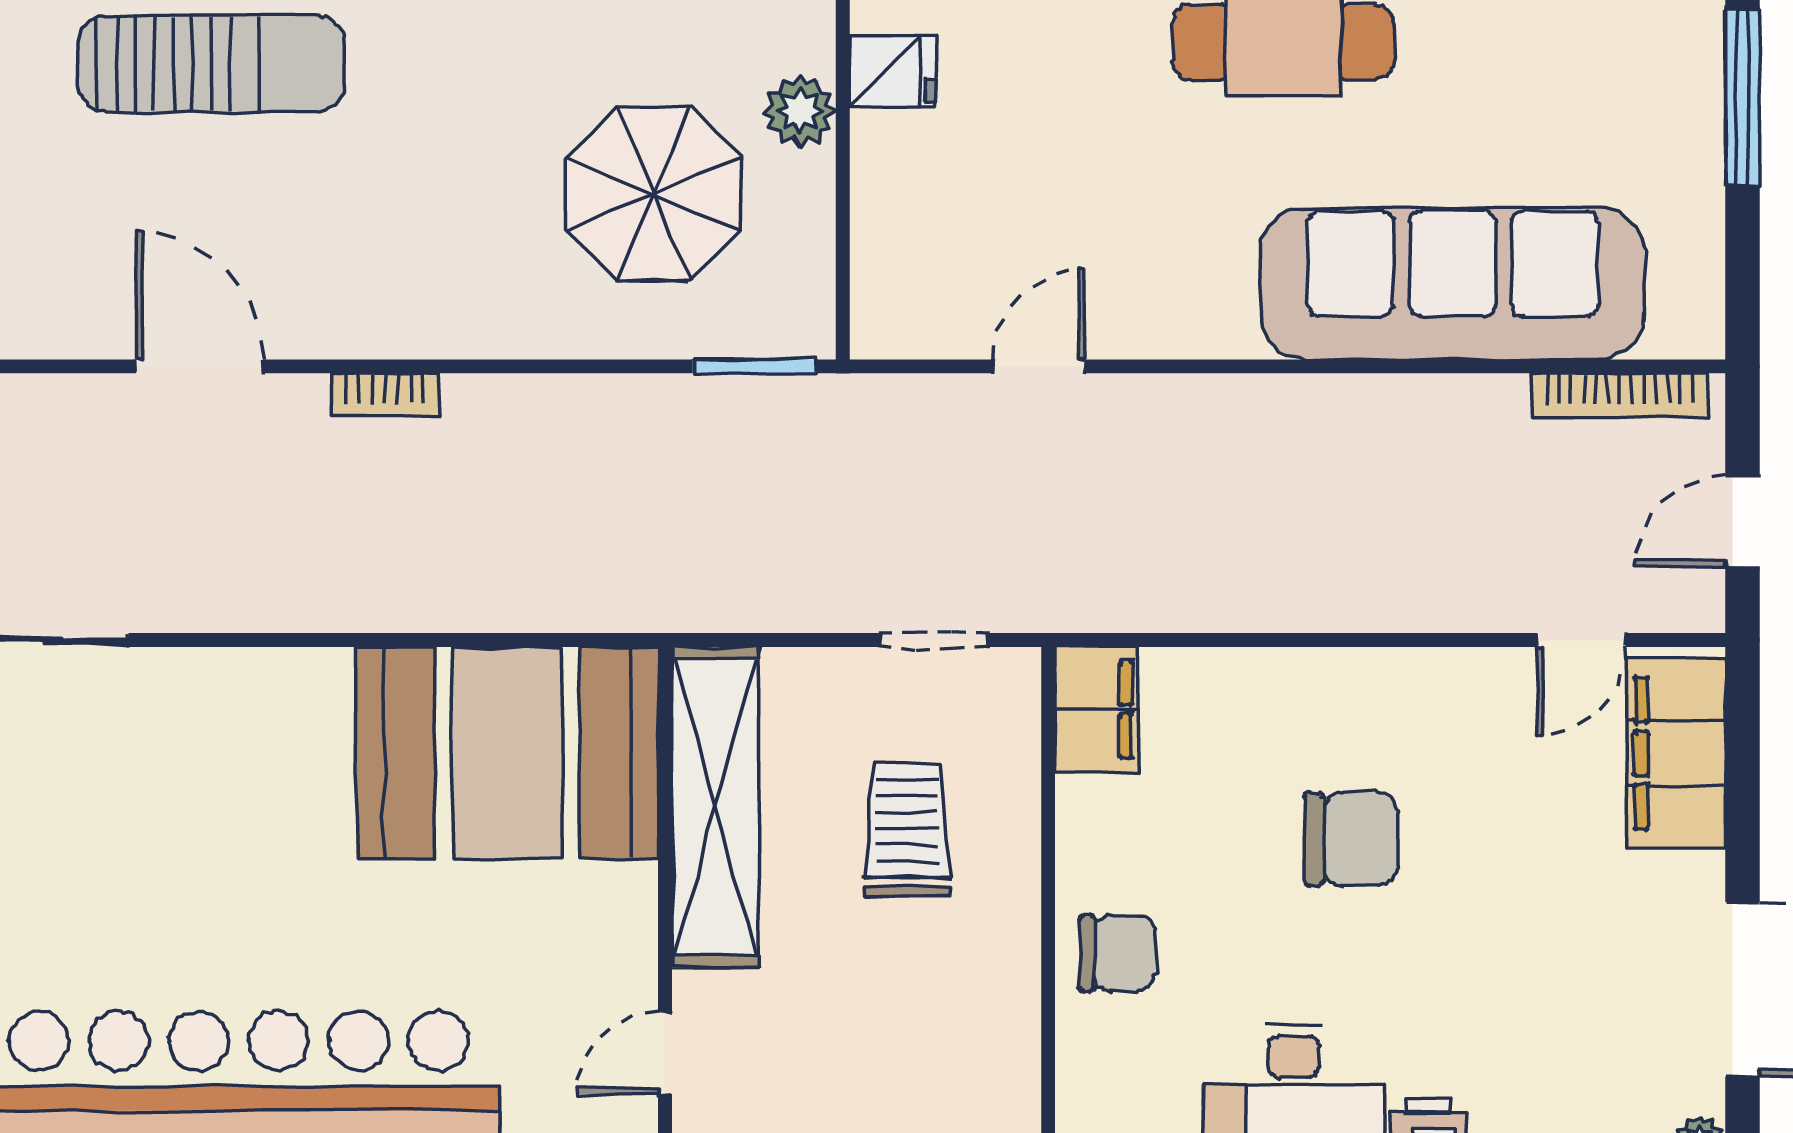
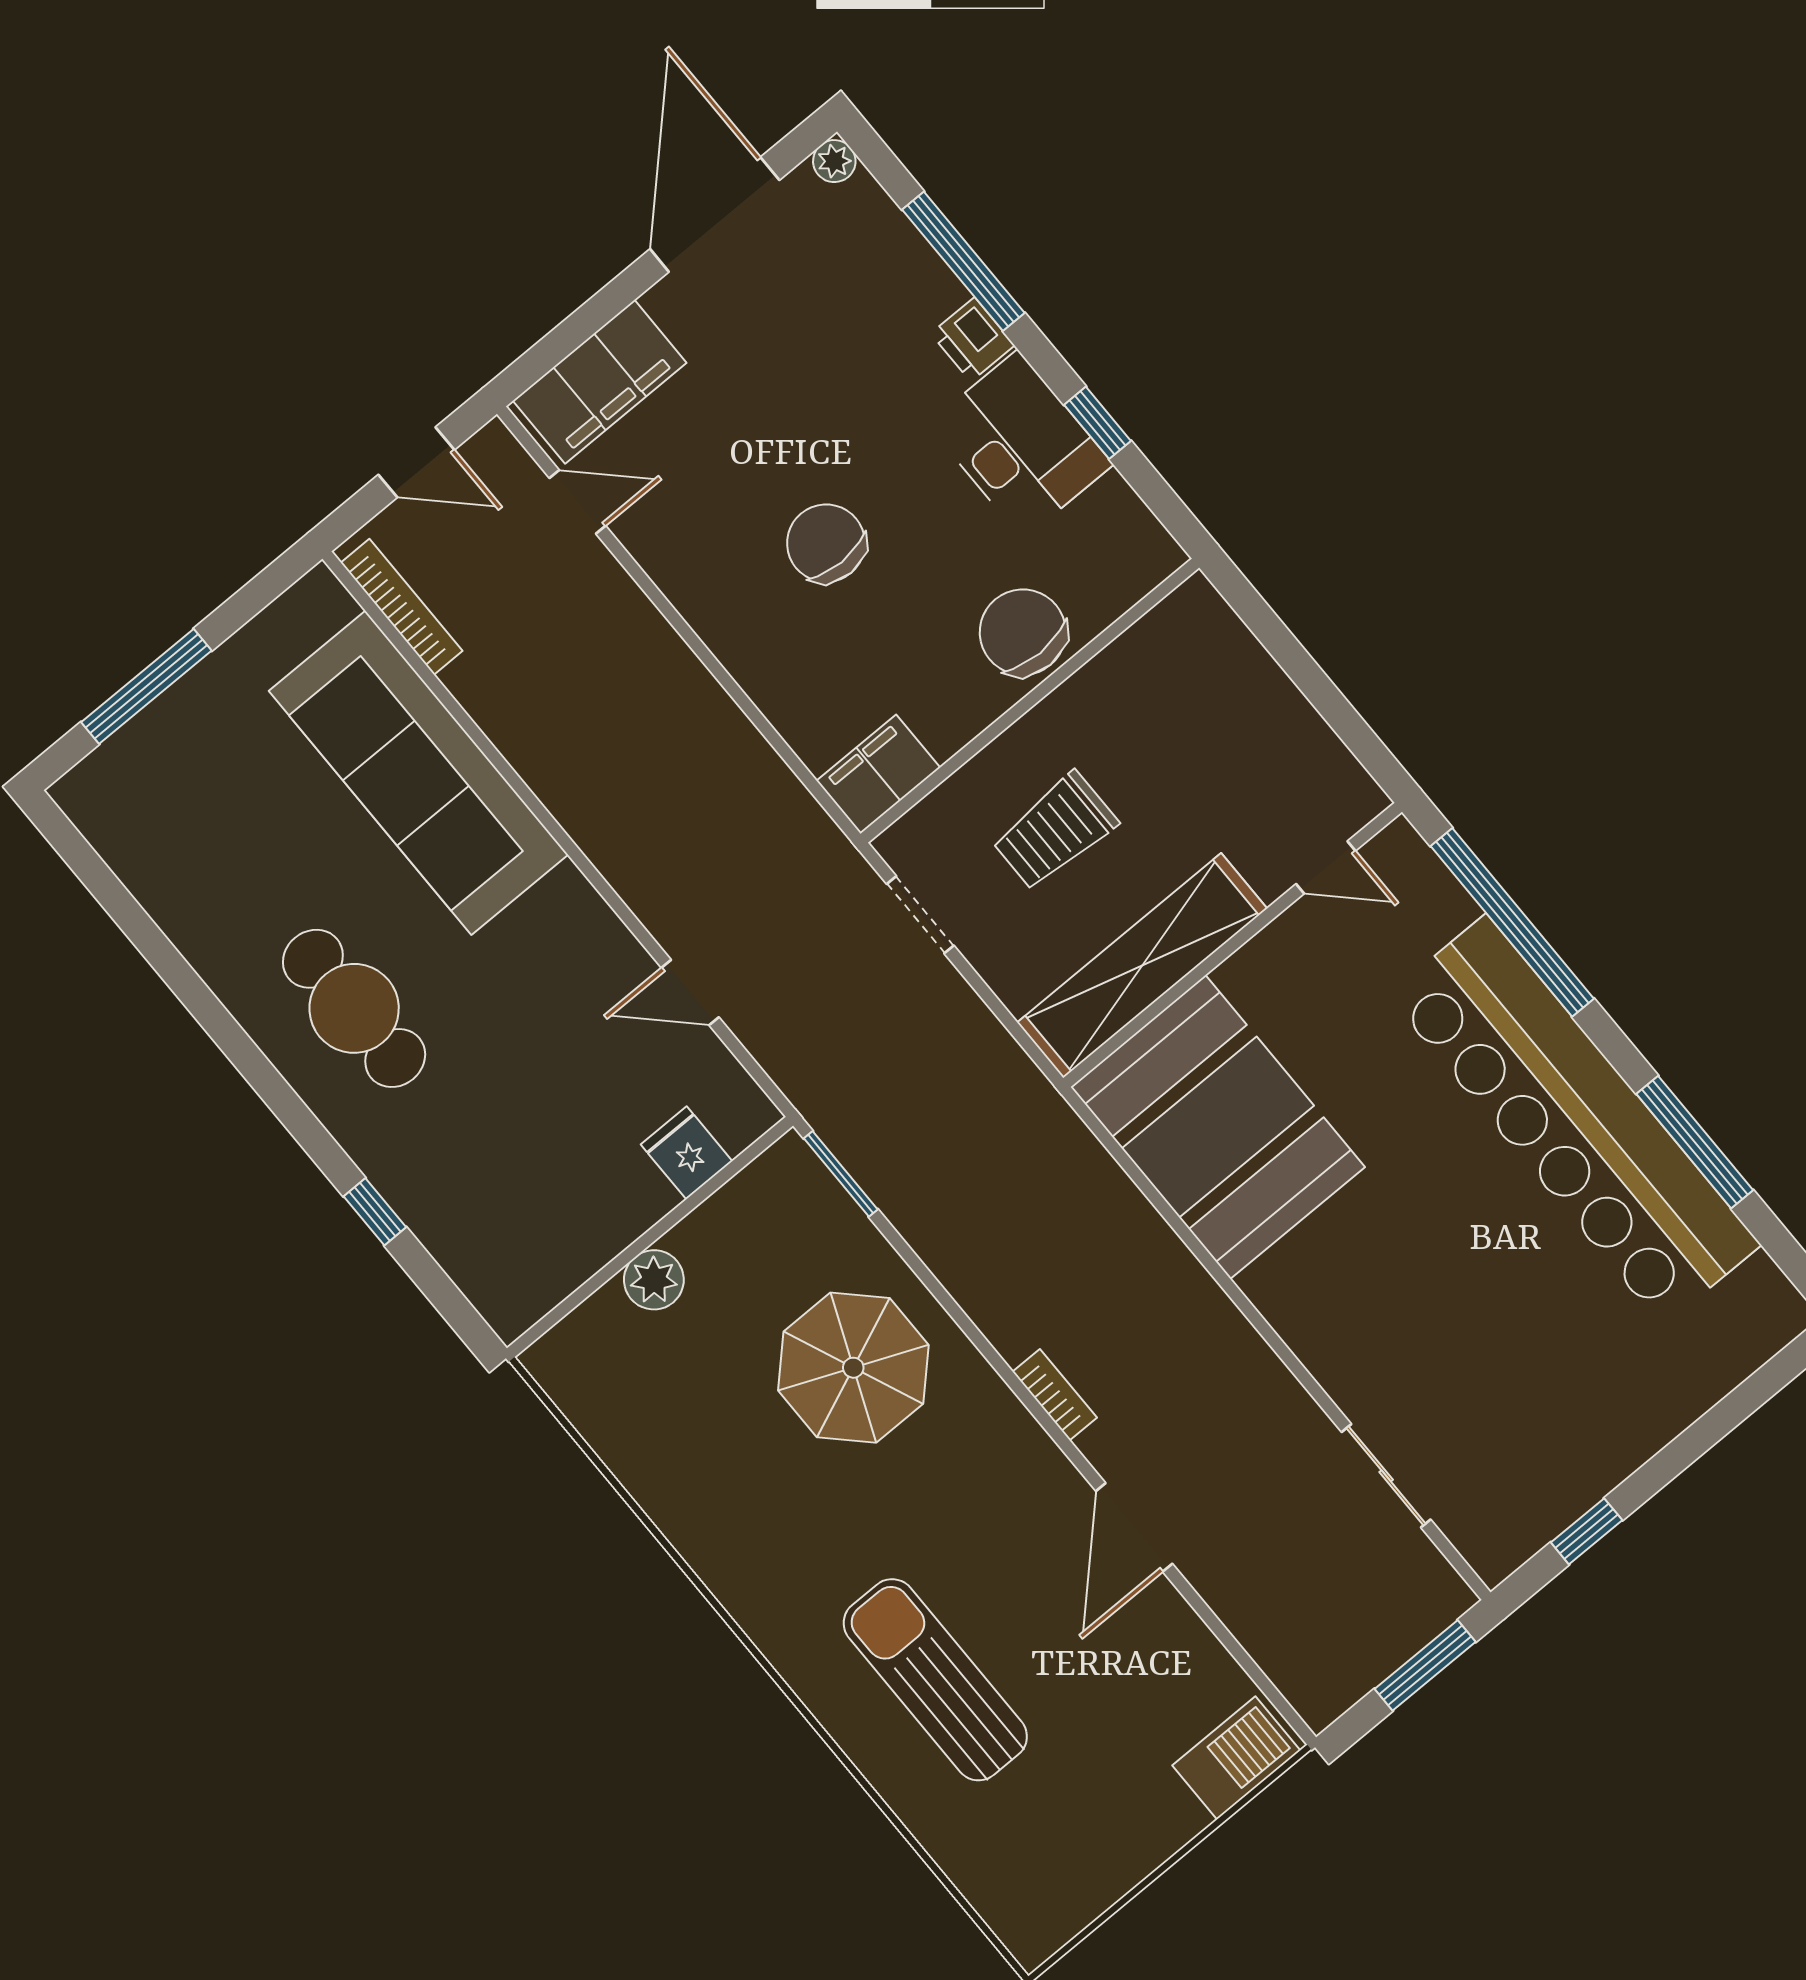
fridge: (893, 71) -> (687, 1153), moved
parasol: (653, 194) -> (853, 1368), moved
chair: (1117, 953) -> (1023, 632), width x1.37, depth x1.37

